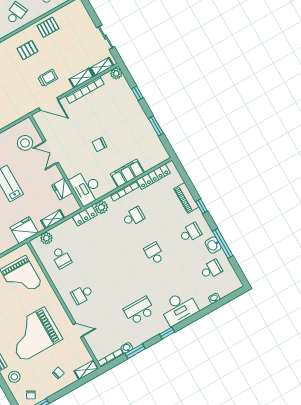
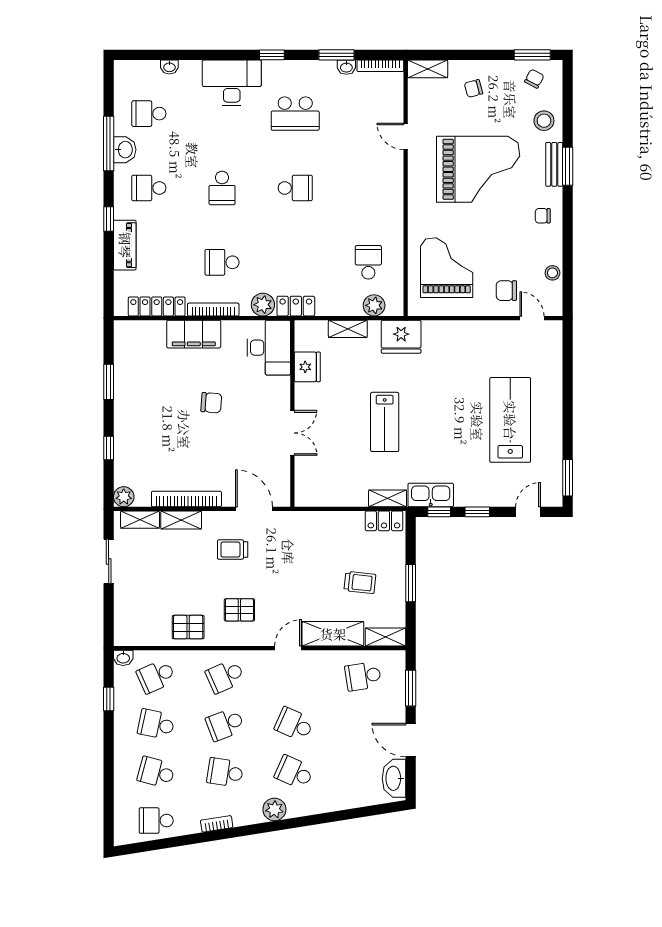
stool: (25, 143) -> (324, 470), removed
school desk: (82, 294) -> (295, 188), moved

